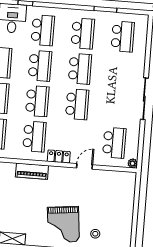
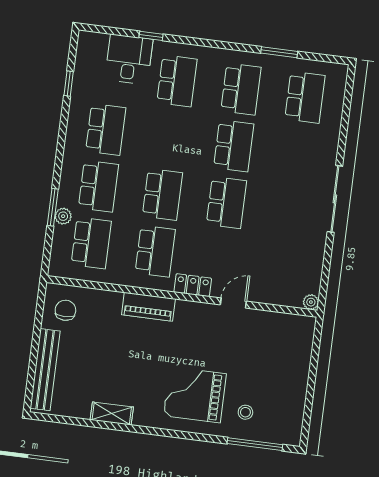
school desk: (40, 66) -> (170, 138), removed
school desk: (114, 143) -> (283, 268), removed
grand piano: (63, 224) -> (195, 395), turned 96

